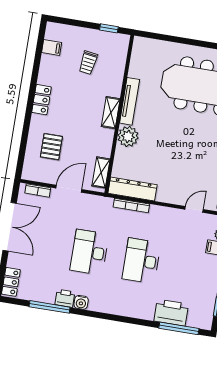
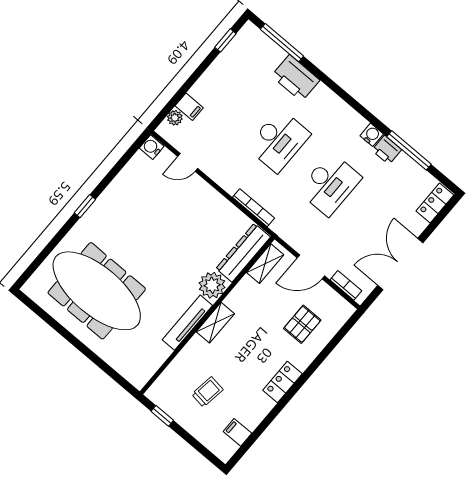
dresser: (133, 189) -> (243, 253), moved, turned 90
printer: (171, 313) -> (296, 78), moved

